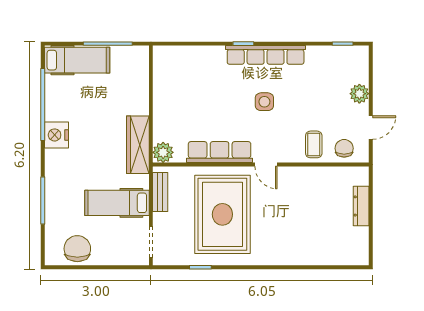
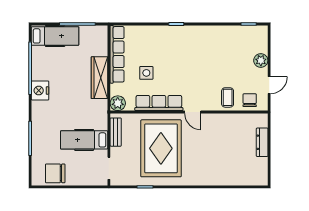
row of seats: (266, 55) -> (117, 54), moved, turned -90
side table: (264, 102) -> (146, 73), moved
wardrobe: (138, 145) -> (99, 78), moved
chair: (77, 249) -> (55, 173), turned -90

